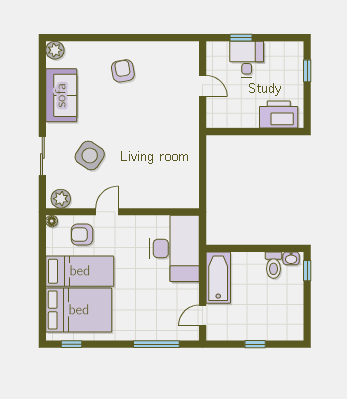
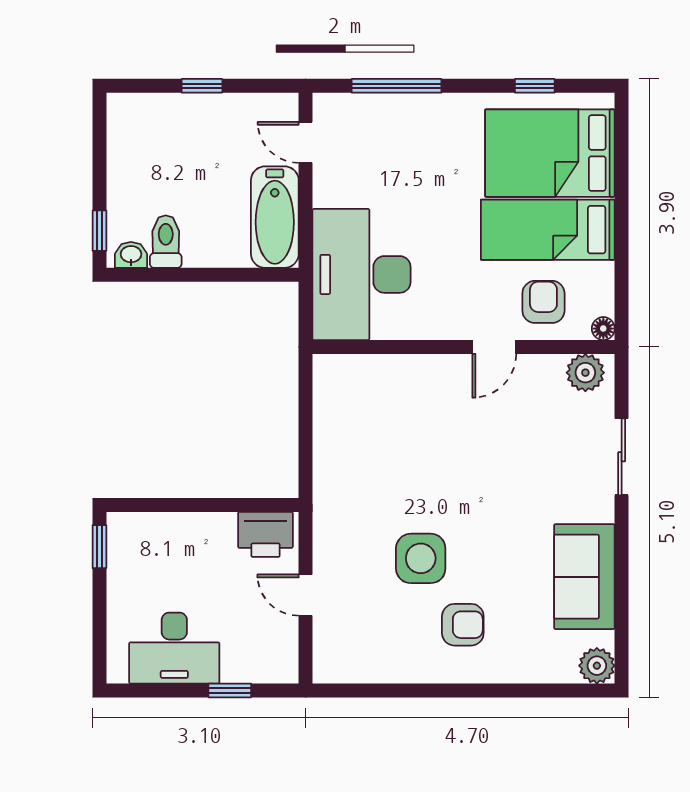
desk: (247, 59) -> (174, 648), moved, width x1.37
armchair: (123, 71) -> (463, 625), turned -80
window: (307, 71) -> (99, 547), moved
printer: (279, 114) -> (265, 534), moved, width x0.73, depth x0.84
side table: (90, 155) -> (421, 558), moved, turned -34
armchair: (82, 235) -> (543, 302), turned -90
door: (203, 315) -> (306, 142), swing flipped
window: (72, 344) -> (535, 86), moved

